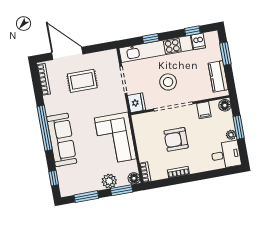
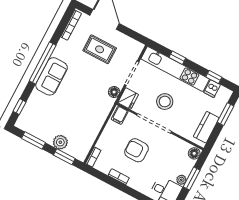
filing cabinet: (204, 110) -> (120, 115), moved
corner sofa: (115, 138) -> (91, 113), removed
sofa: (62, 140) -> (52, 76), width x0.73
floor lamp: (134, 178) -> (114, 92), moved

